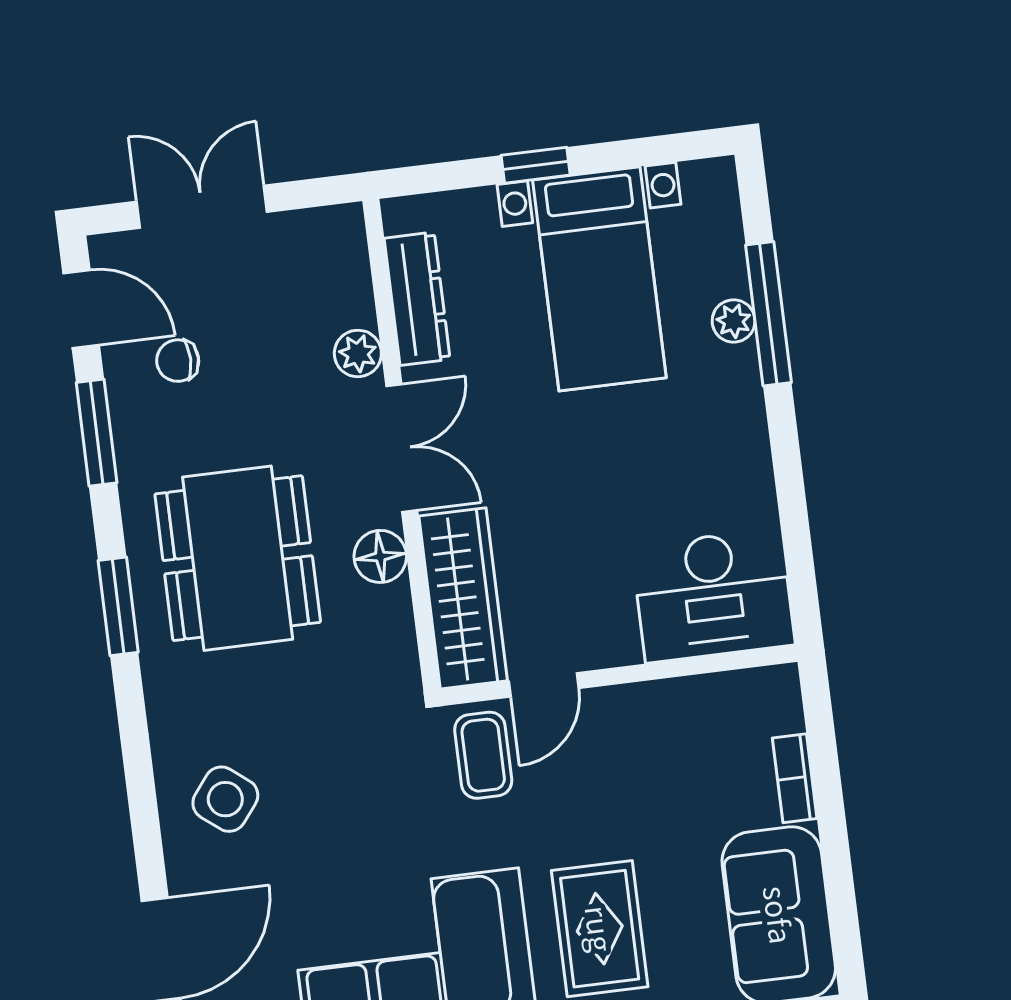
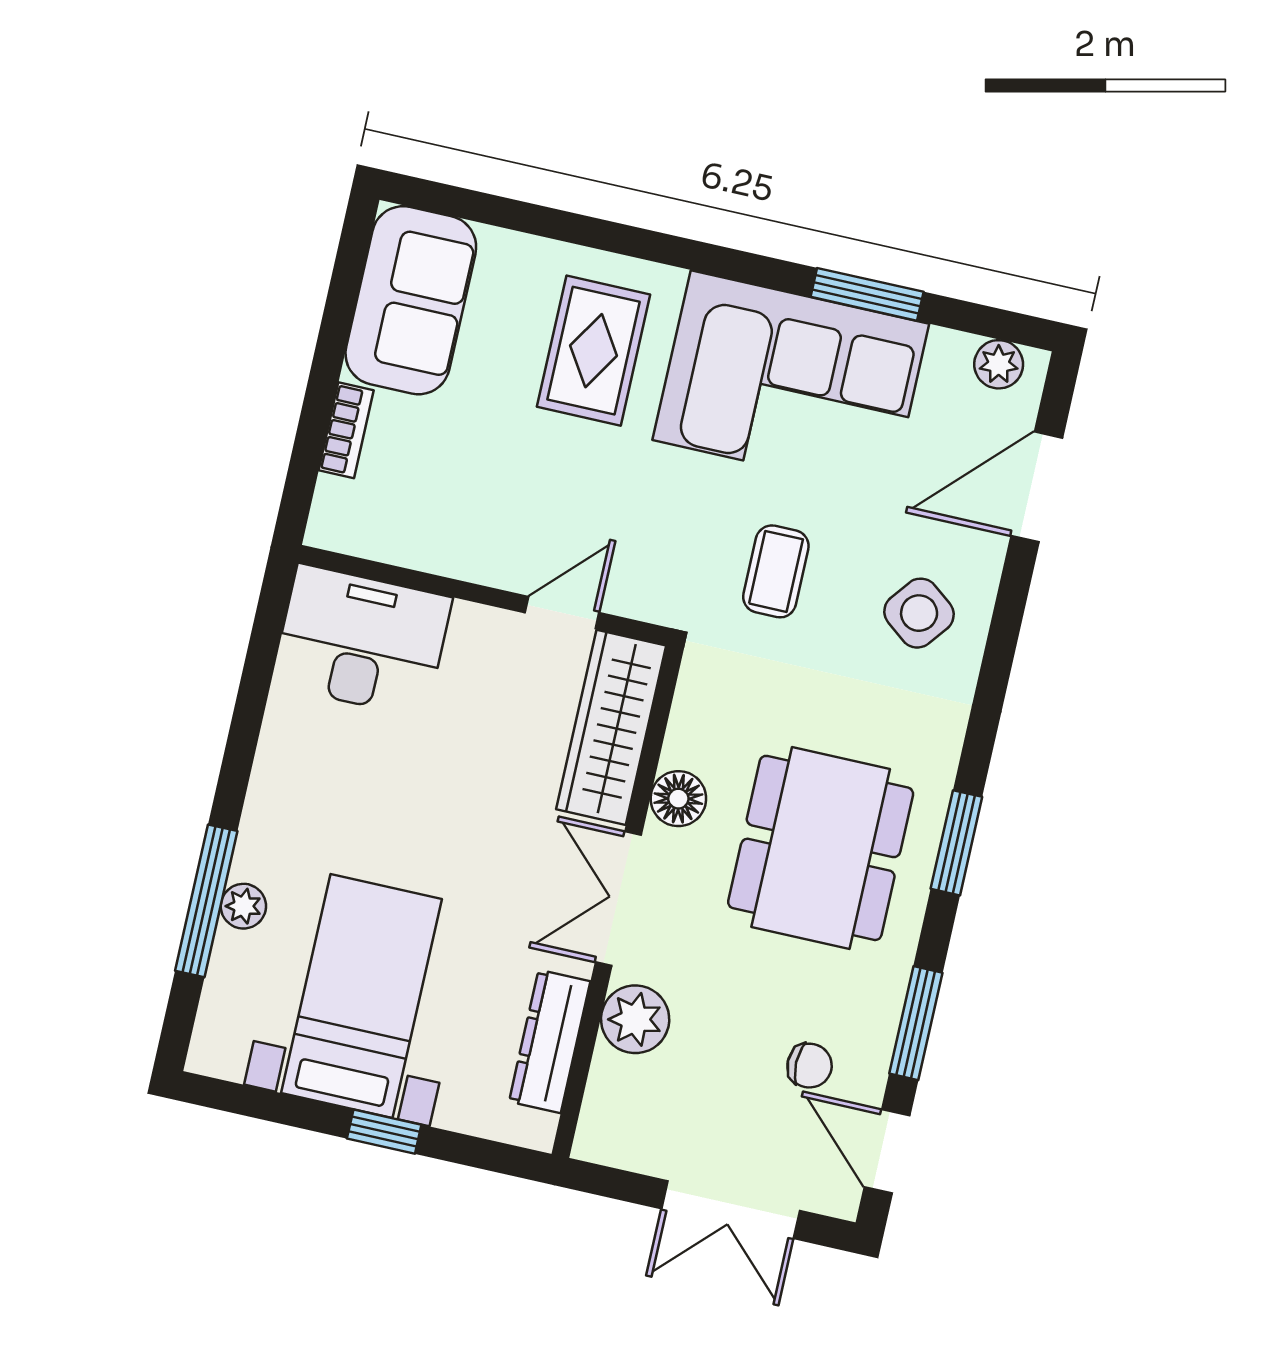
plant: (358, 353) -> (635, 1019), width x1.38, depth x1.38
coffee table: (483, 755) -> (776, 571), moved

